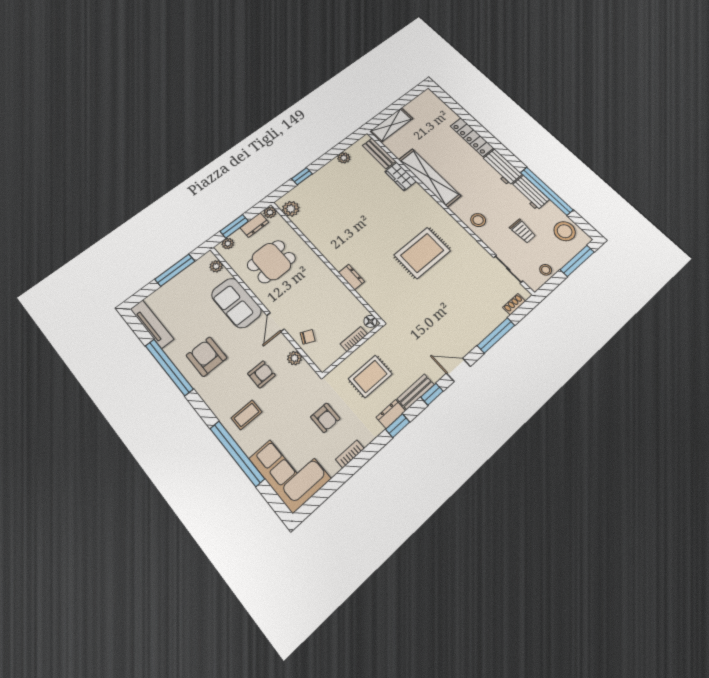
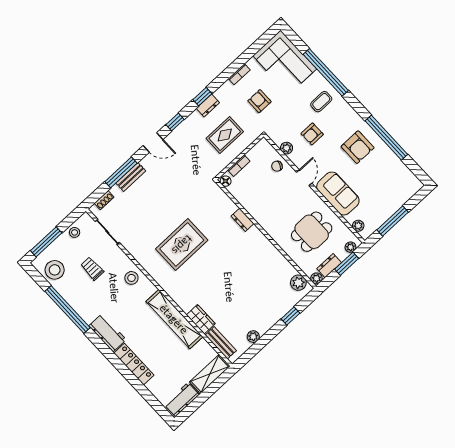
workbench: (530, 193) -> (182, 400), moved, turned -90
tv unit: (152, 324) -> (405, 173), removed
bench: (416, 392) -> (131, 177), moved

